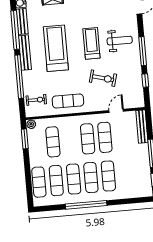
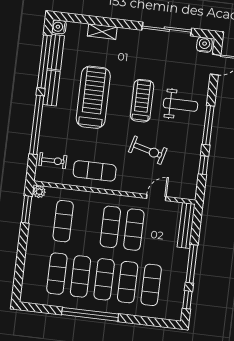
bench: (25, 53) -> (51, 88), width x0.73
exercise mat: (39, 182) -> (151, 285), moved

